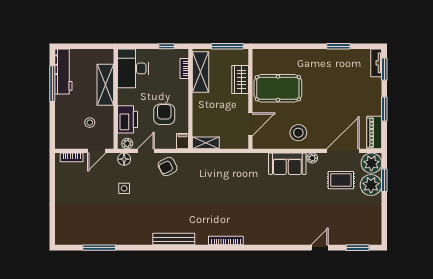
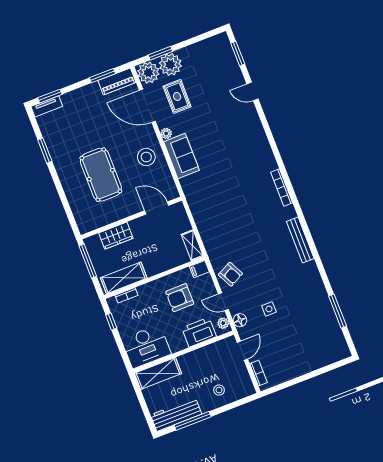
shelving: (105, 85) -> (158, 373), moved
pool table: (278, 88) -> (101, 175), moved
window: (384, 109) -> (102, 76), moved
stool: (90, 123) -> (219, 390), moved
door: (97, 151) -> (242, 351), hinge flipped

